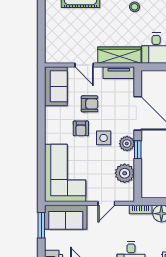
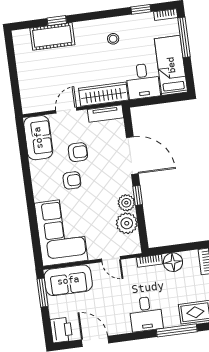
door: (84, 65) -> (66, 110), swing flipped
armchair: (81, 128) -> (72, 180), turned -90
side table: (104, 138) -> (98, 188), removed
plant: (127, 144) -> (126, 203), moved
door: (106, 203) -> (111, 259), hinge flipped

